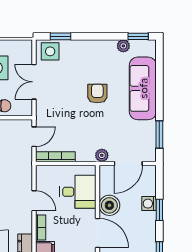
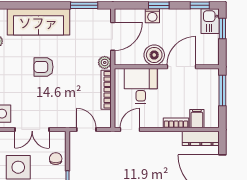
bookcase: (55, 157) -> (106, 90), moved
door: (128, 163) -> (113, 36), hinge flipped
door: (34, 201) -> (130, 130), moved

